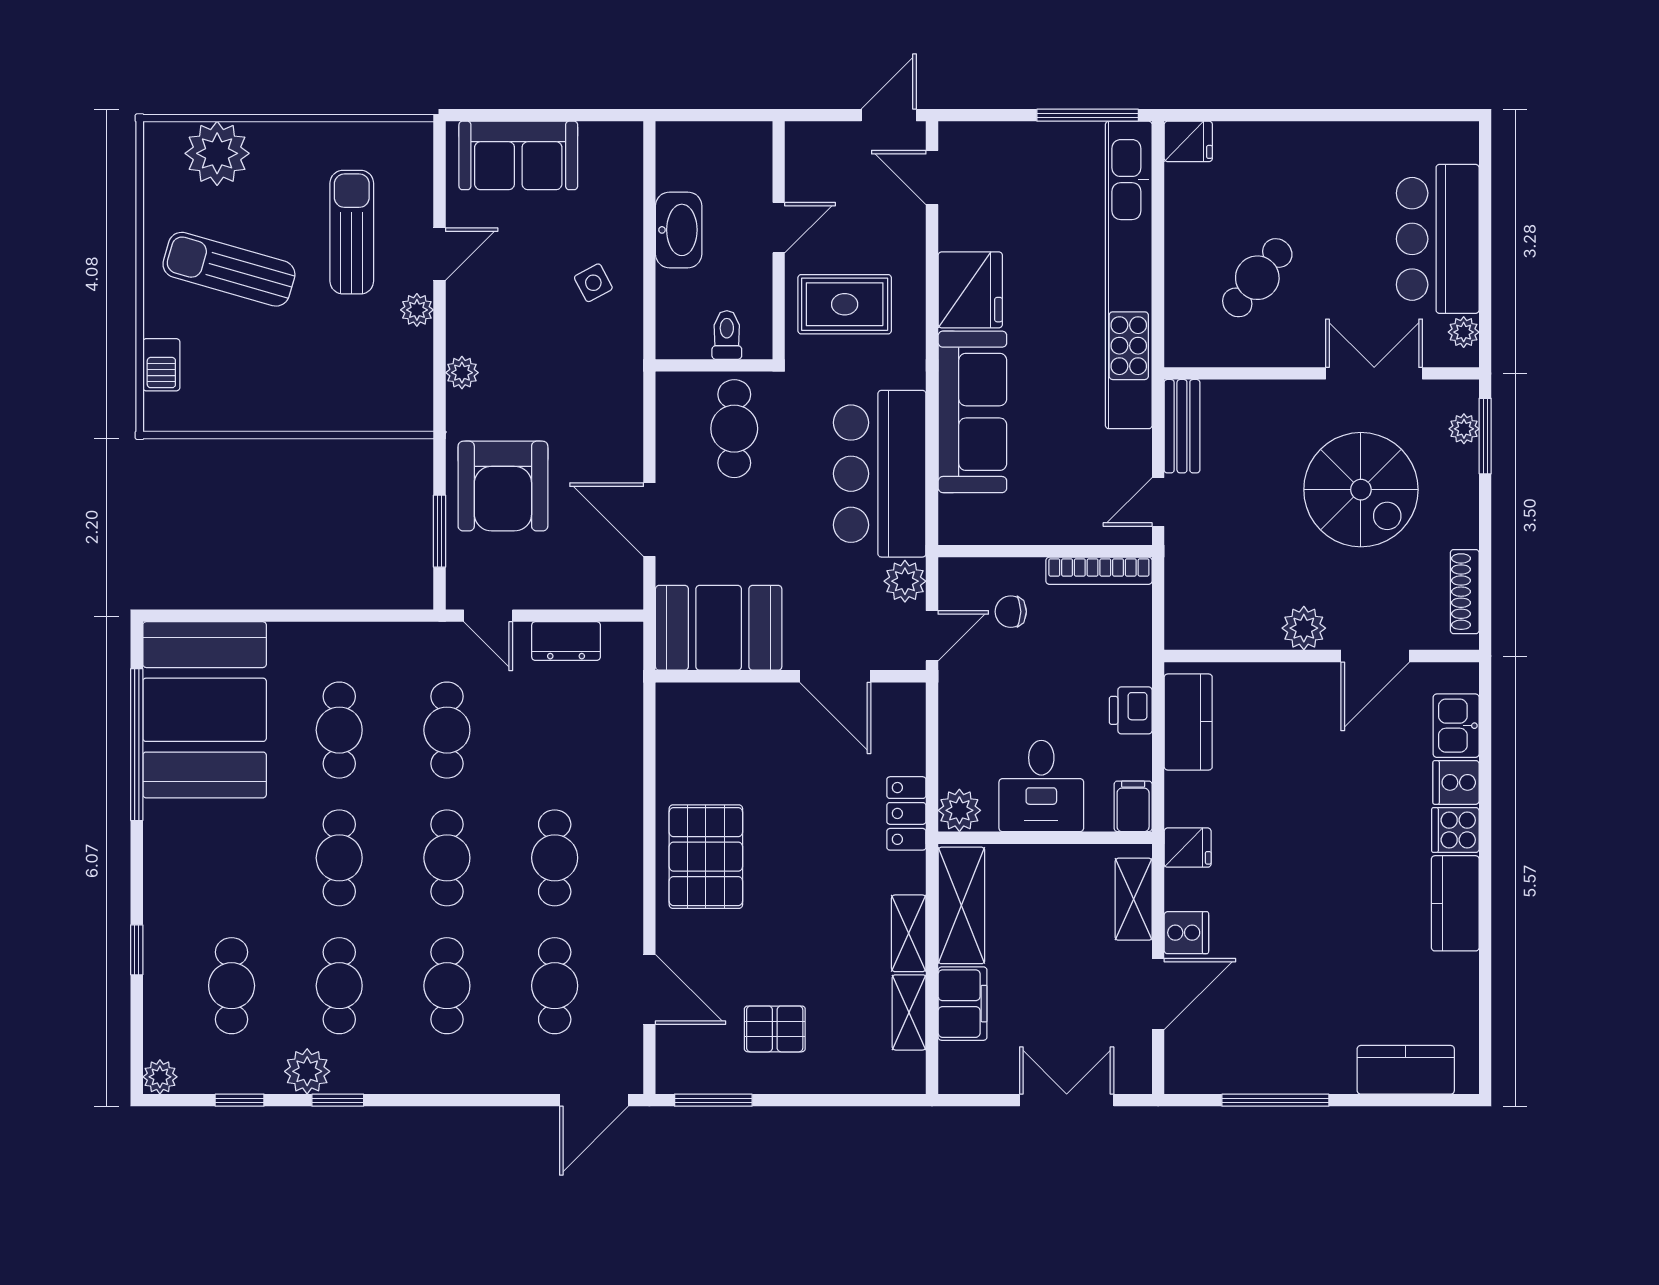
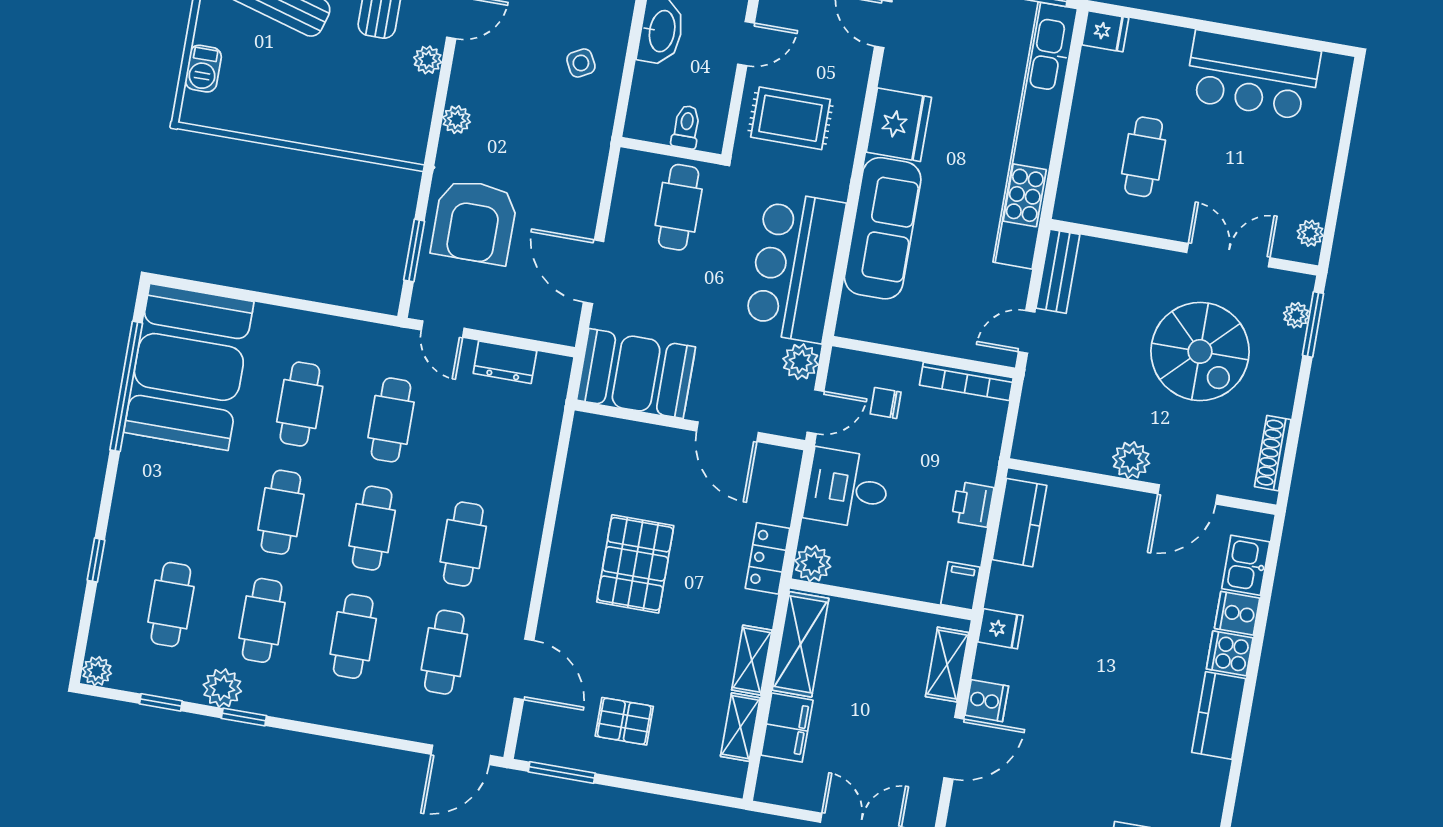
bar counter: (1438, 239) -> (1253, 75), moved, turned -90
cafe table: (1257, 278) -> (1144, 157), turned -39
desk: (1041, 786) -> (847, 489), moved, turned 90
pallet: (706, 857) -> (635, 564), moved

